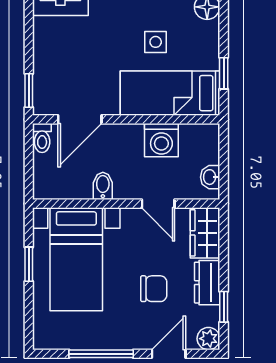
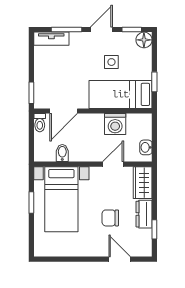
bidet: (103, 186) -> (62, 153), moved
door: (158, 204) -> (113, 164), swing flipped
chair: (154, 289) -> (110, 218), turned 180
plant: (208, 339) -> (145, 249), removed
window: (101, 354) -> (77, 259), removed
door: (169, 354) -> (120, 259), hinge flipped

